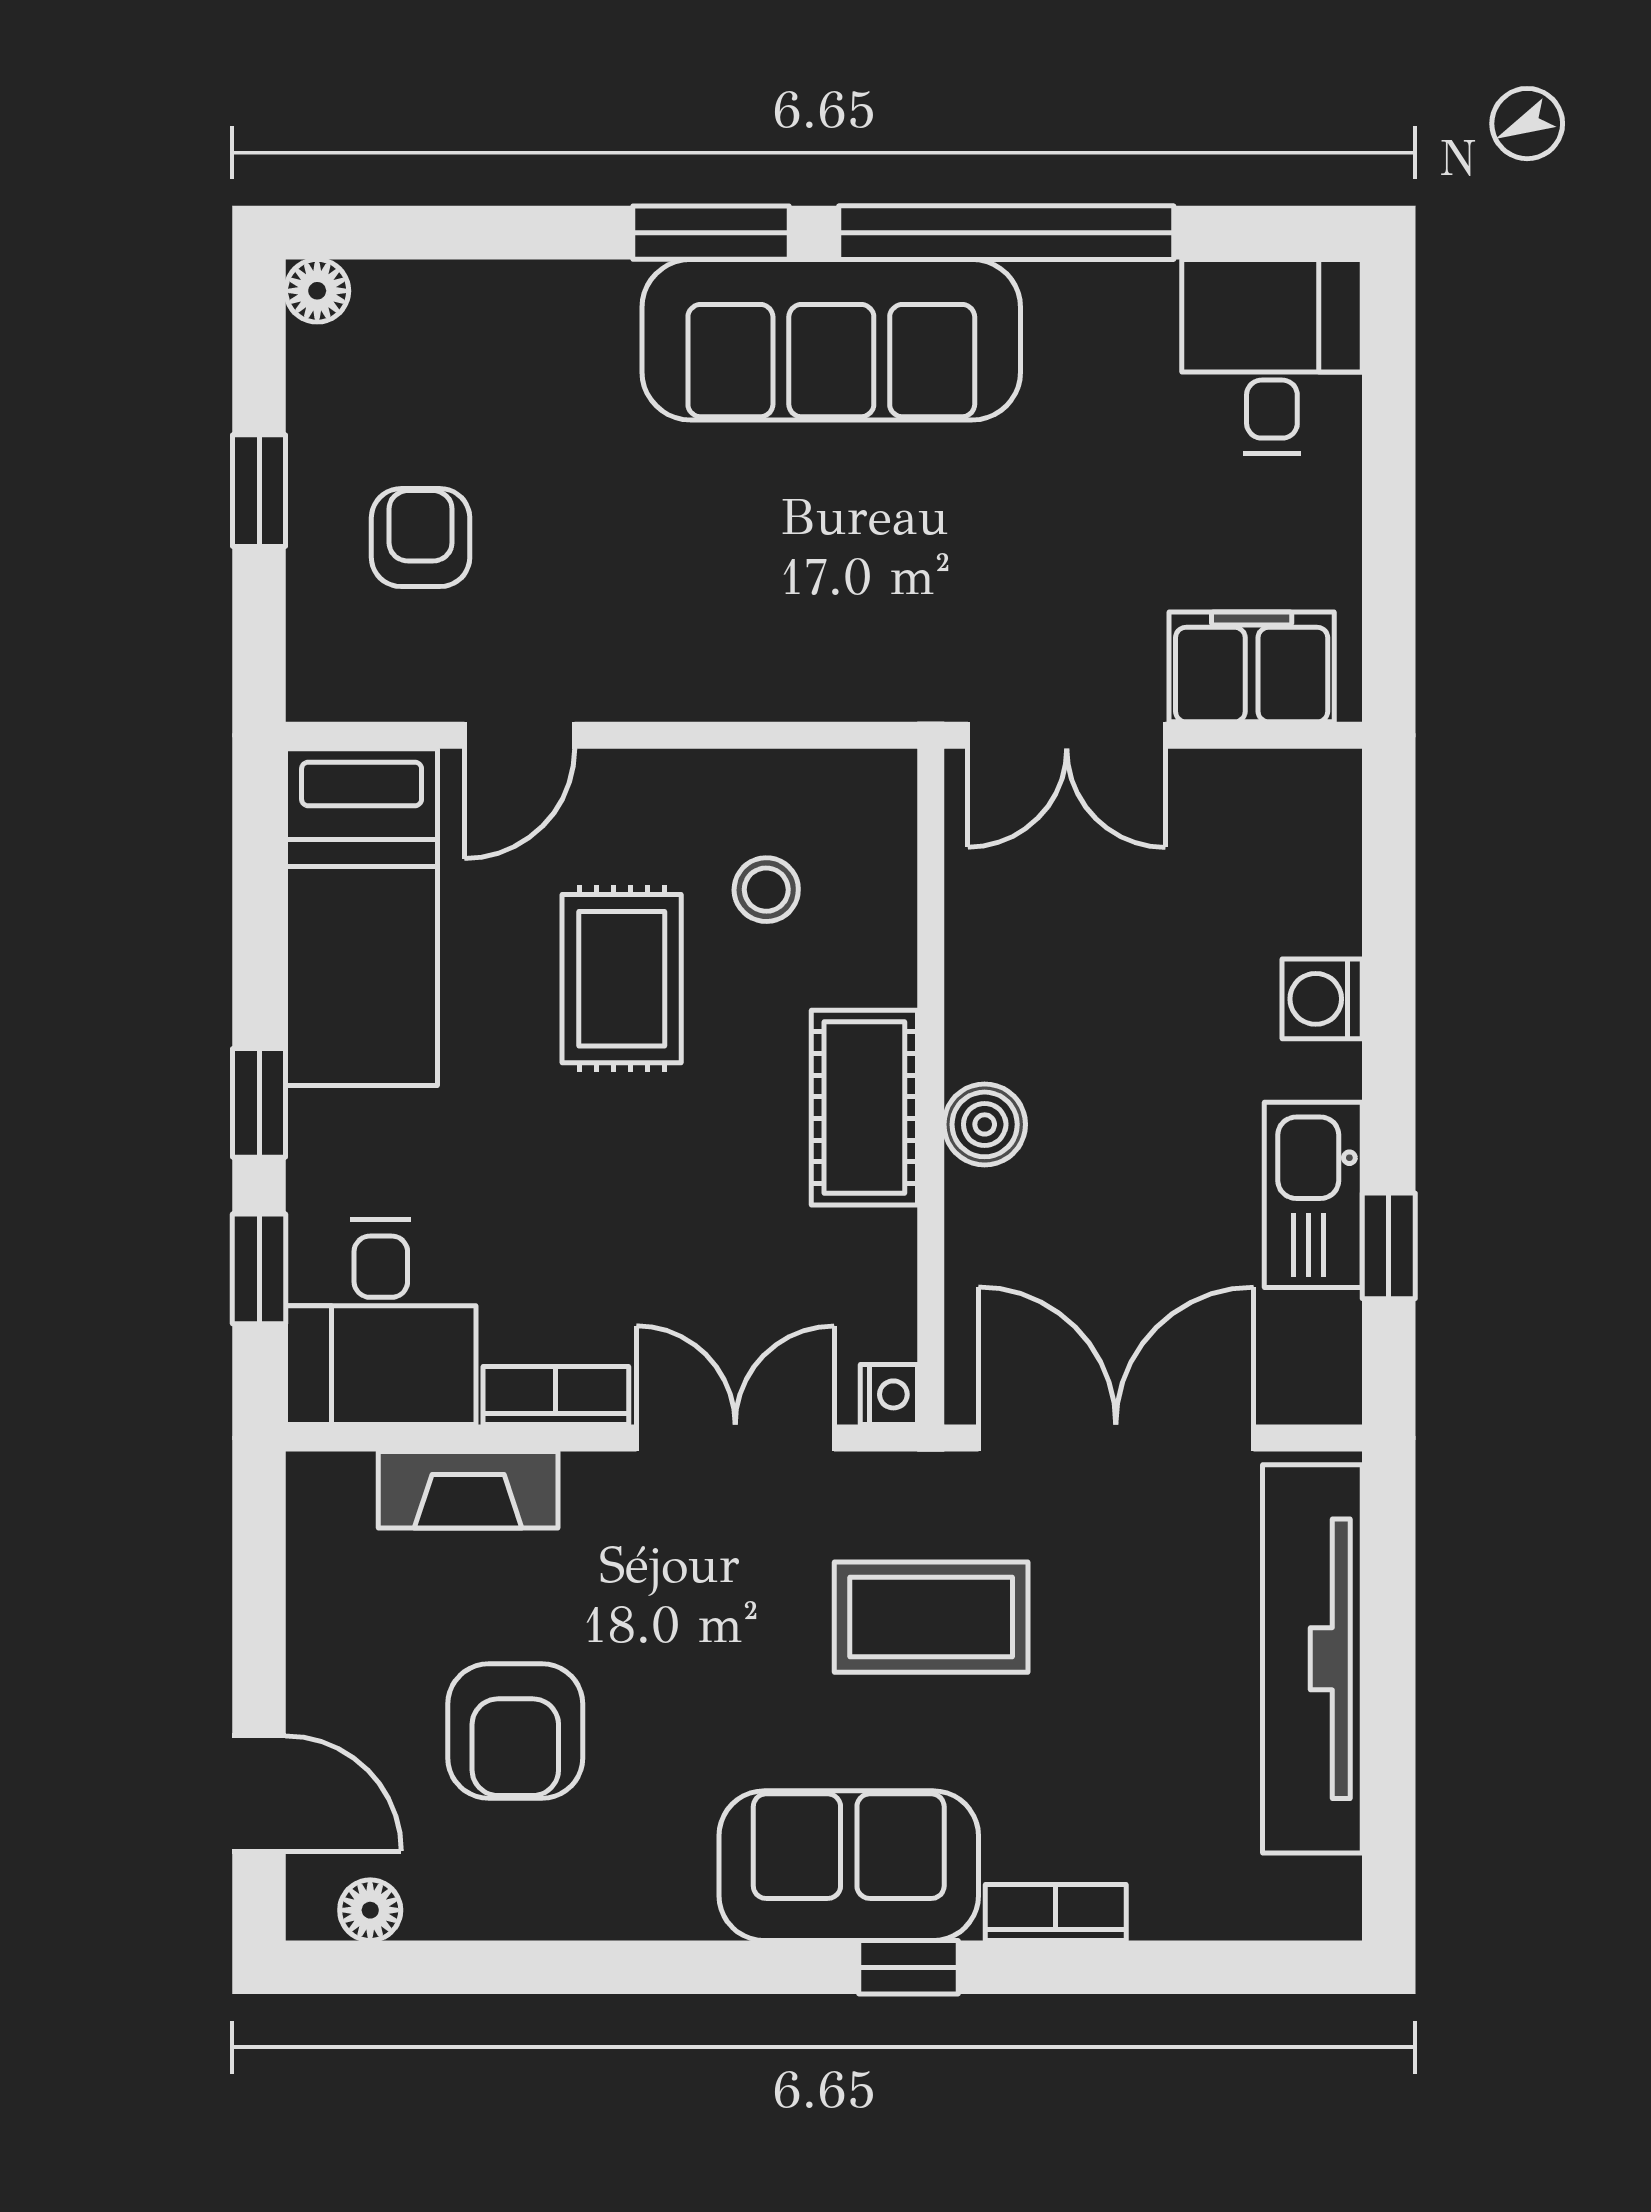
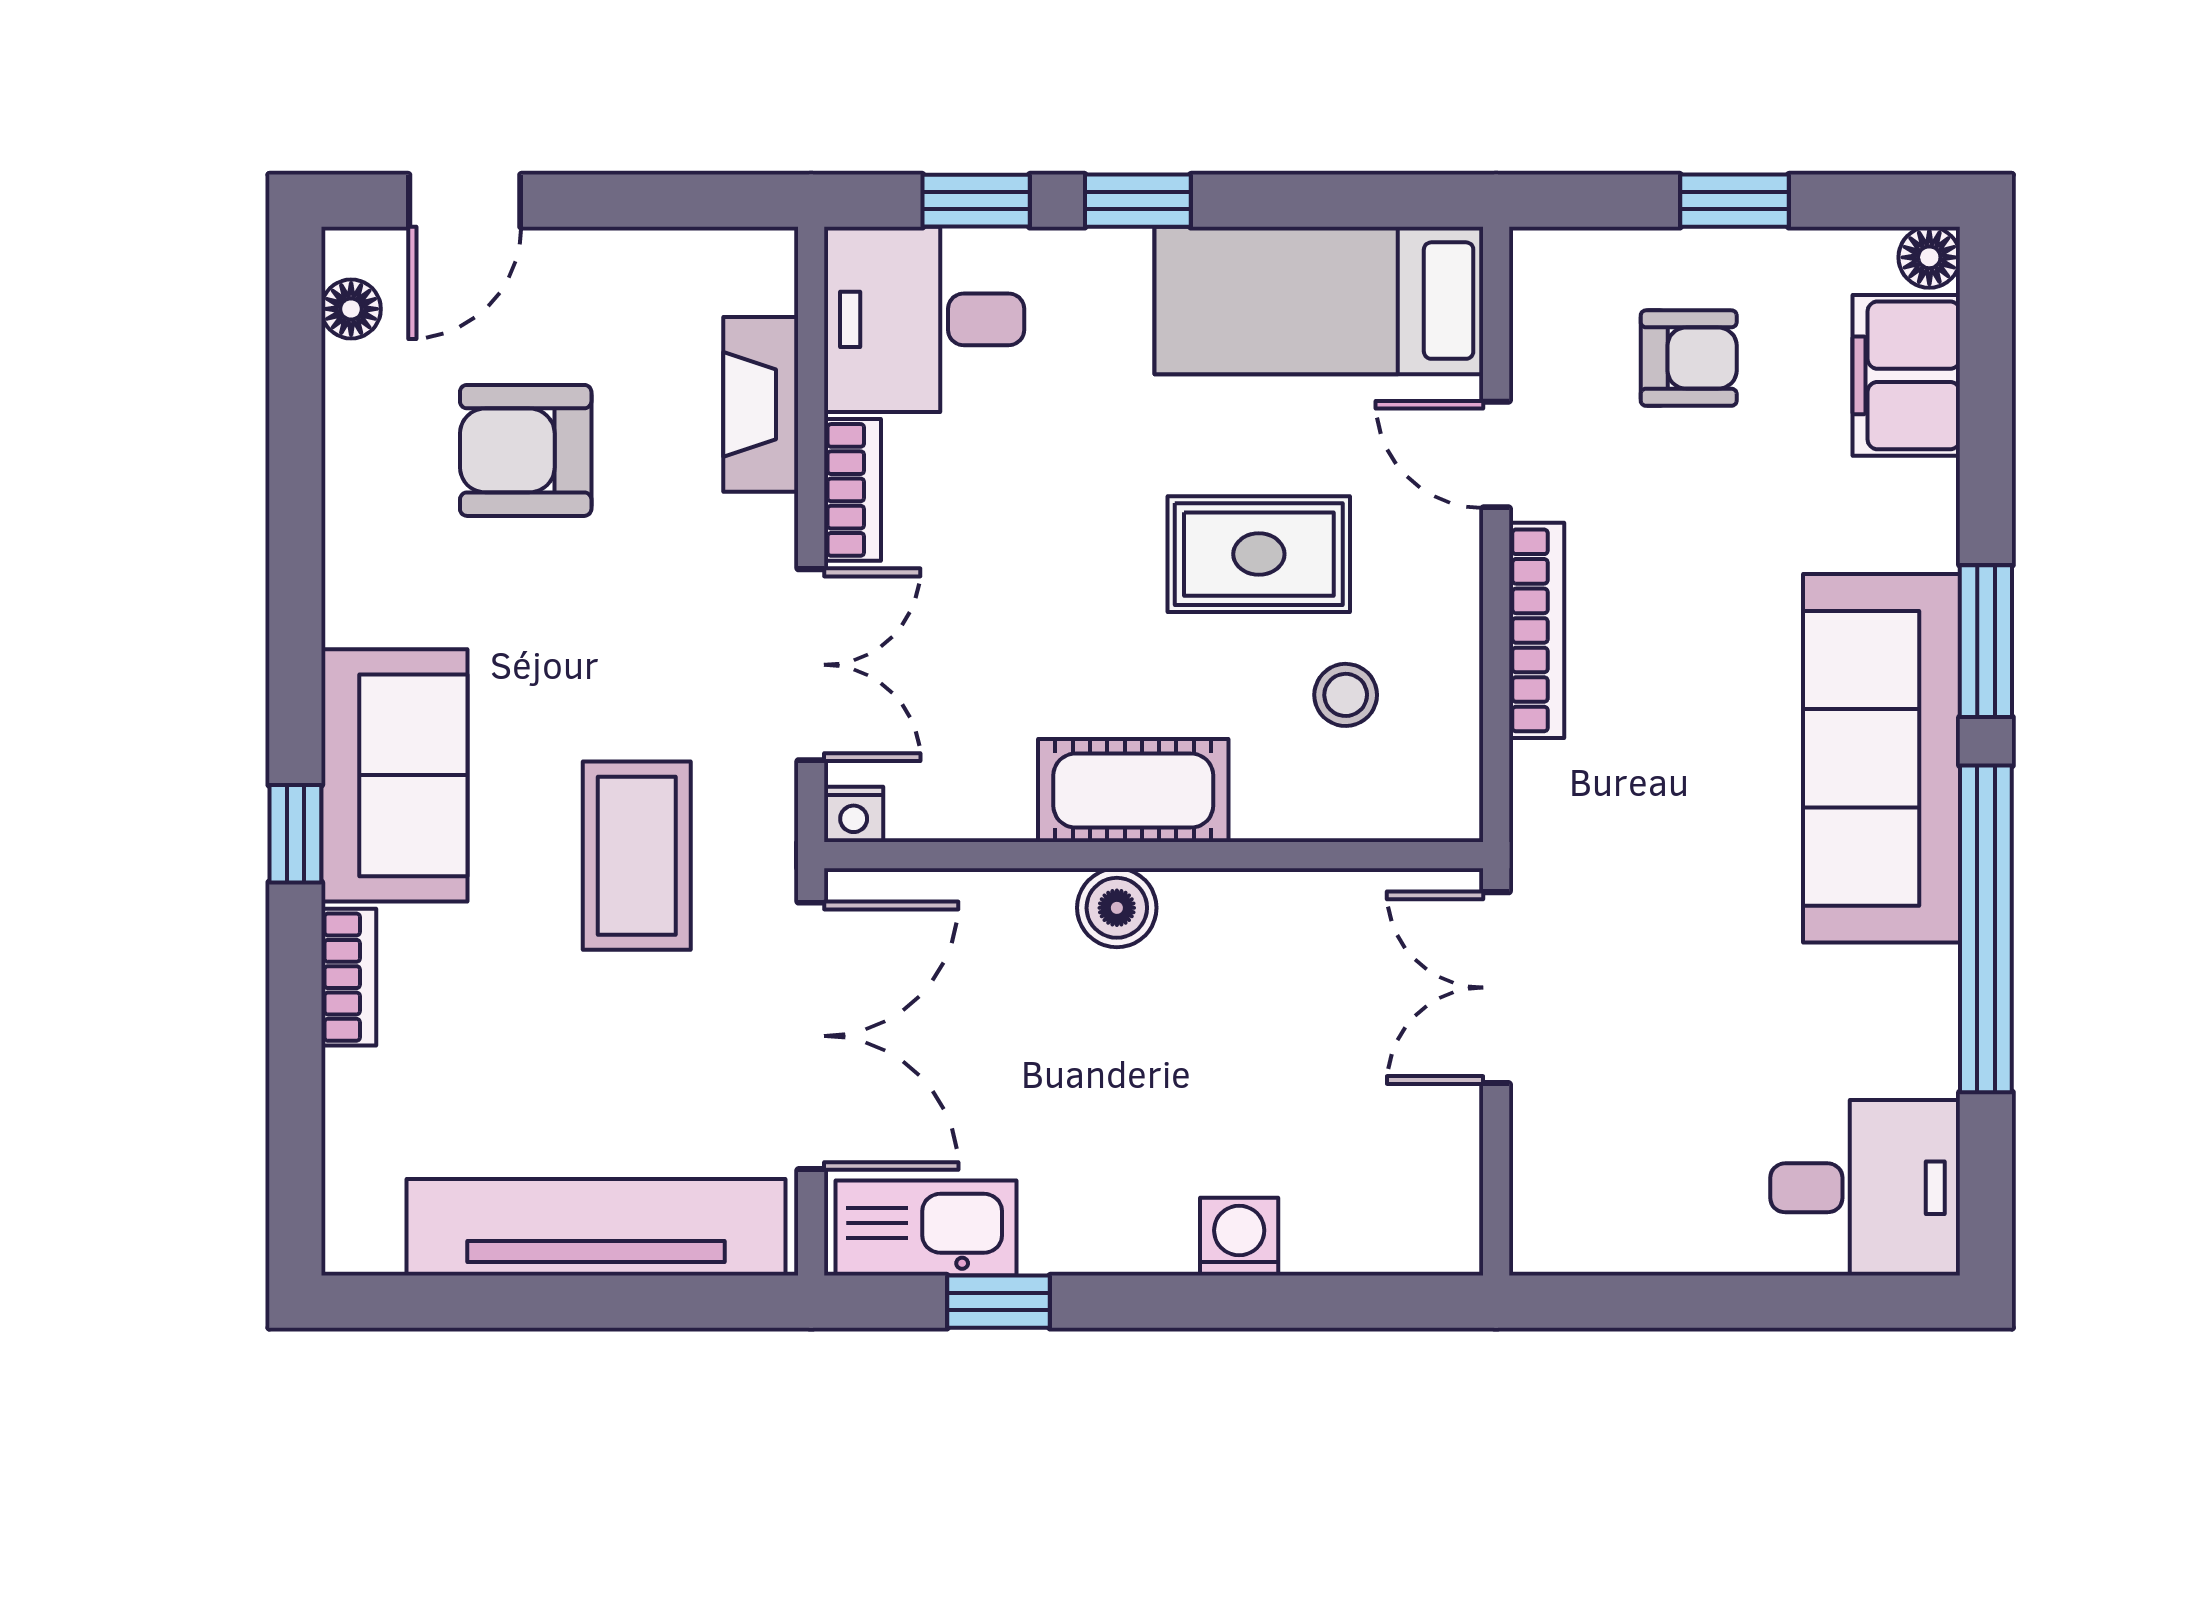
filing cabinet: (1252, 667) -> (1906, 375), moved, turned 180
bookcase: (700, 694) -> (1537, 630), added
kitchen sink: (1313, 1195) -> (926, 1228), moved

